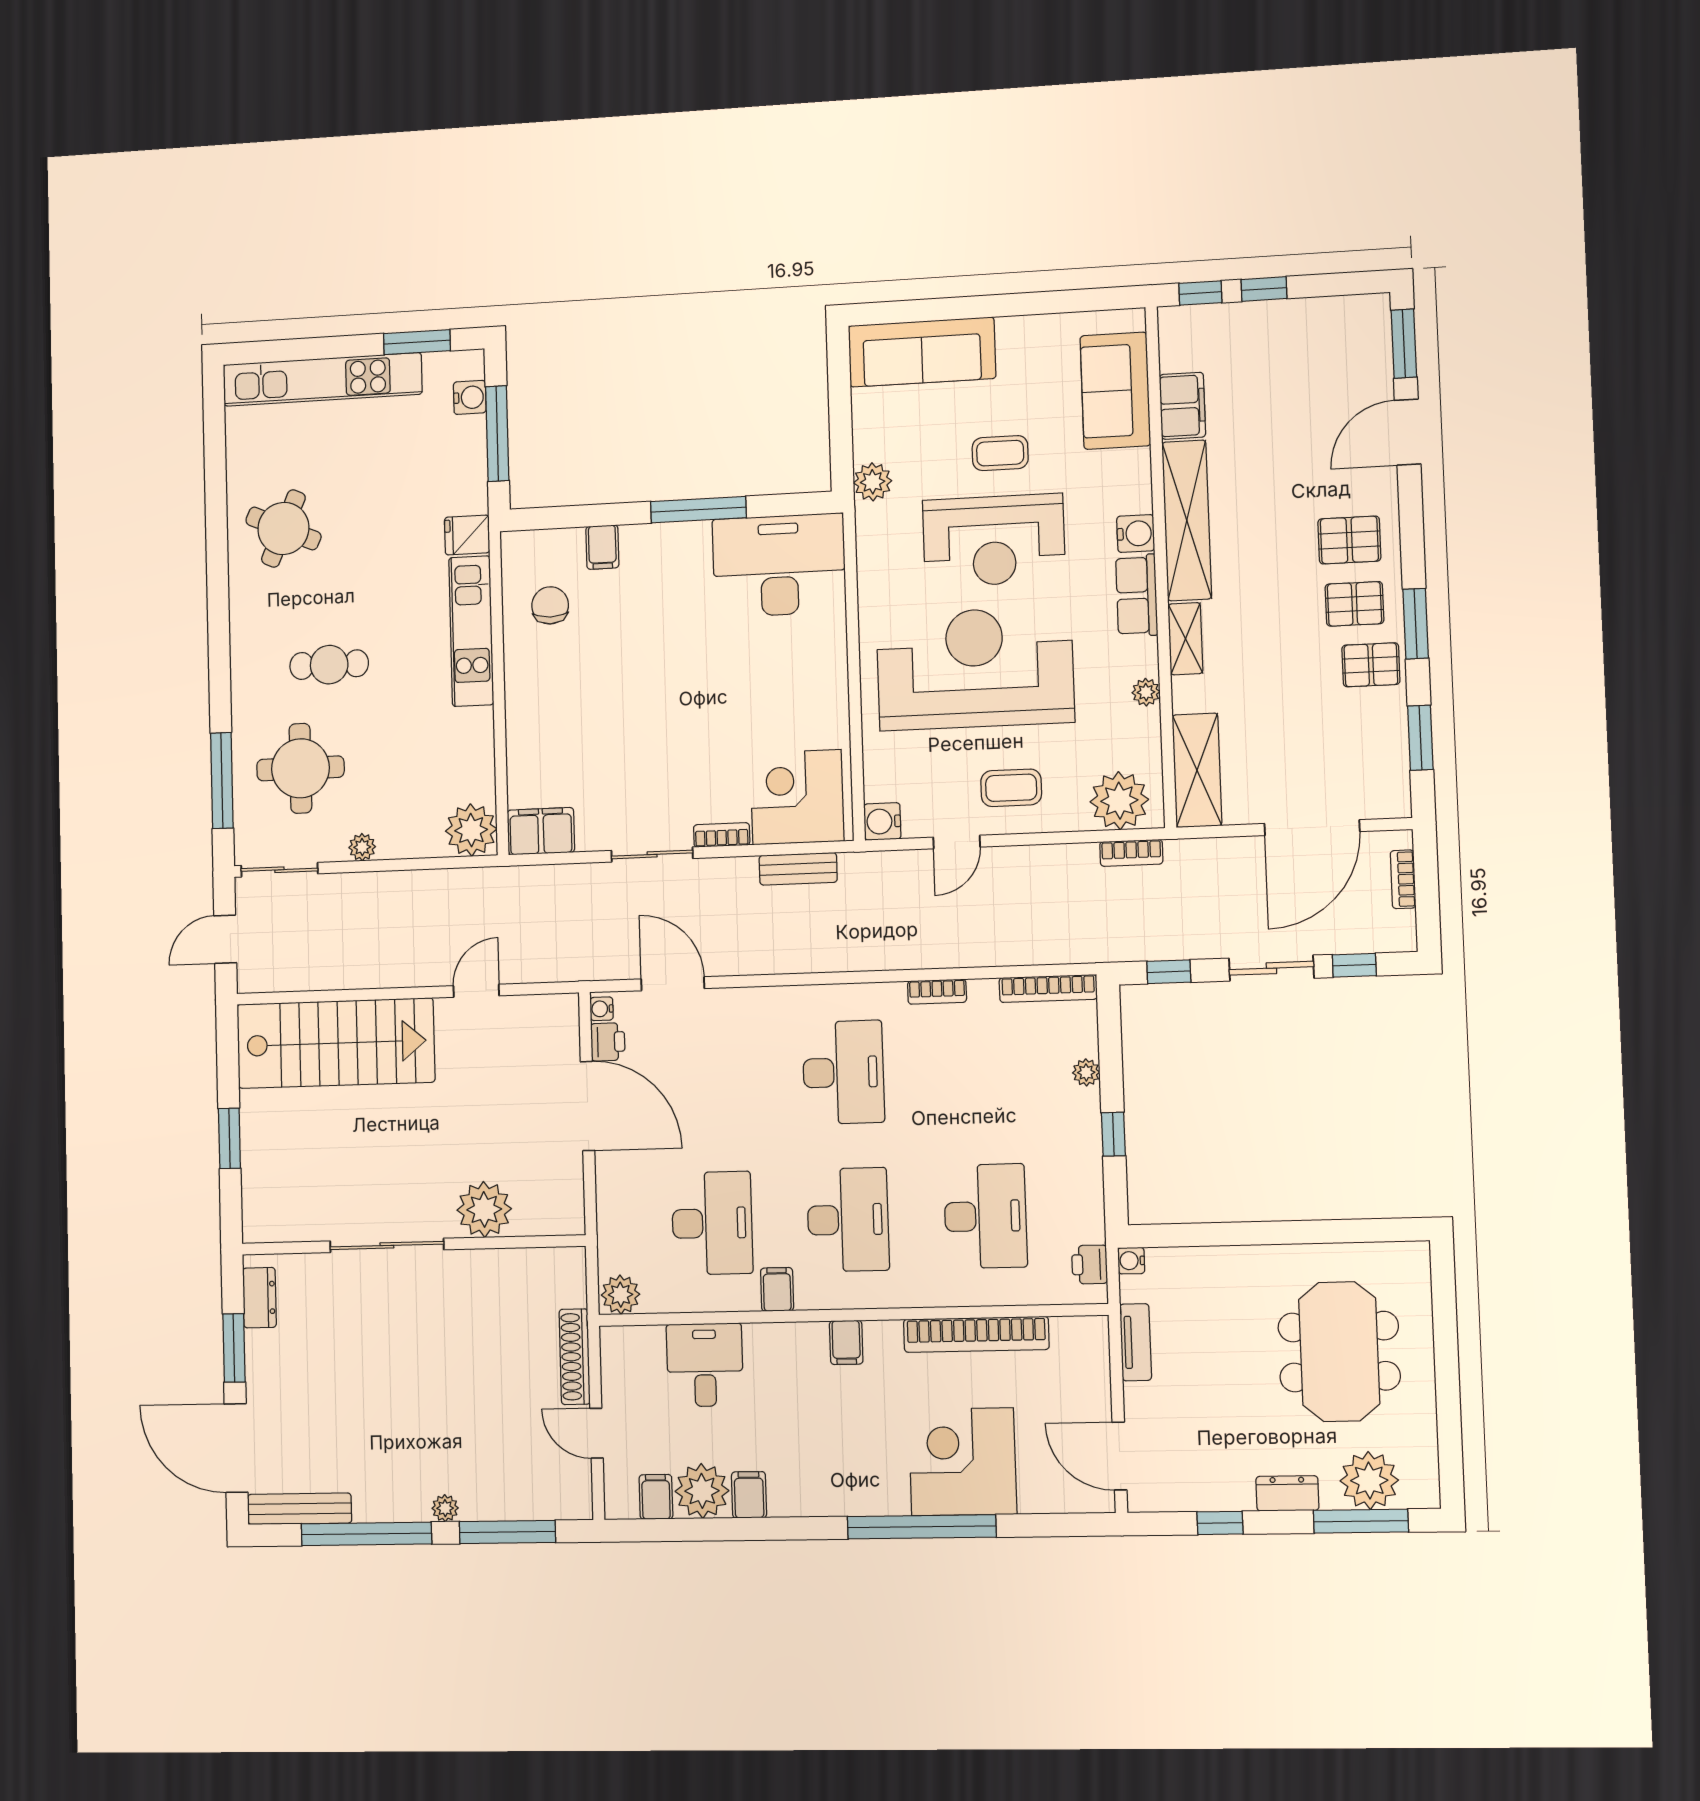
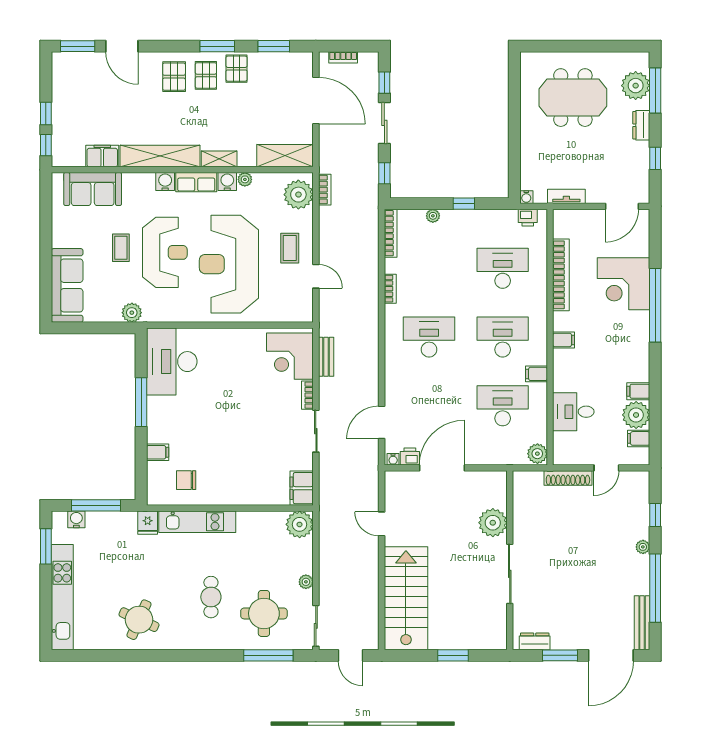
water cooler: (882, 821) -> (227, 182), moved, turned 180
window: (507, 1532) -> (655, 515), width x0.46

